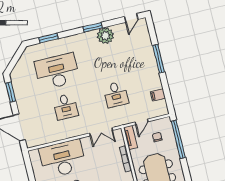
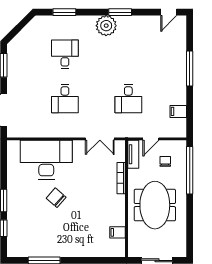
plant: (105, 36) -> (106, 26), moved
desk: (57, 71) -> (65, 54), width x0.53, depth x0.77

